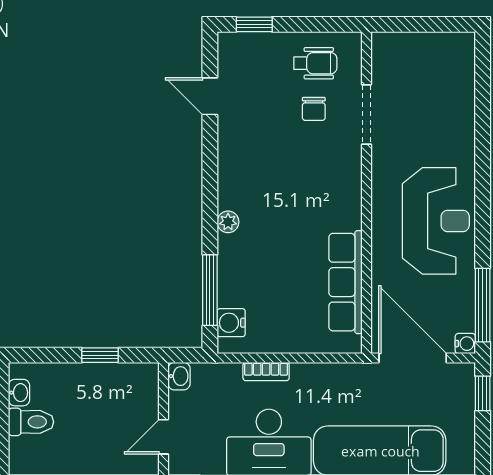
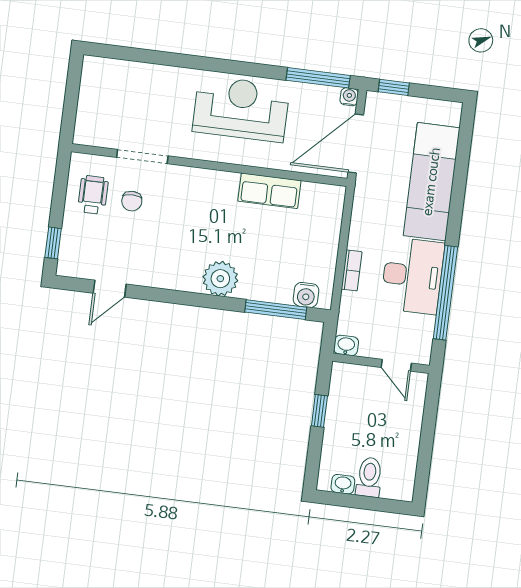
chair: (314, 109) -> (132, 201), turned 90
plant: (228, 222) -> (220, 279), width x1.87, depth x1.87
row of seats: (346, 282) -> (269, 191), width x0.68

